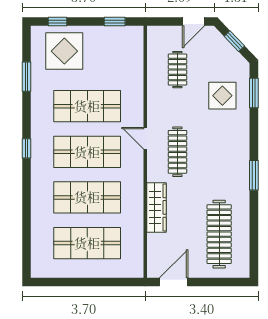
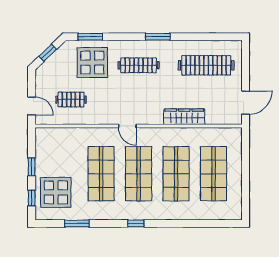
window: (115, 22) -> (32, 167), moved
door: (193, 22) -> (32, 106), moved
display table: (222, 96) -> (92, 63), width x1.36, depth x1.36
door: (145, 138) -> (127, 126), hinge flipped
clothes rail: (177, 152) -> (139, 65), moved
door: (174, 282) -> (246, 103), swing flipped

